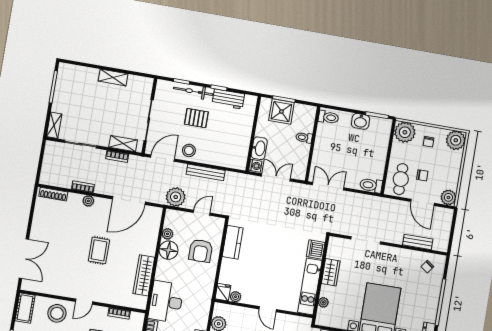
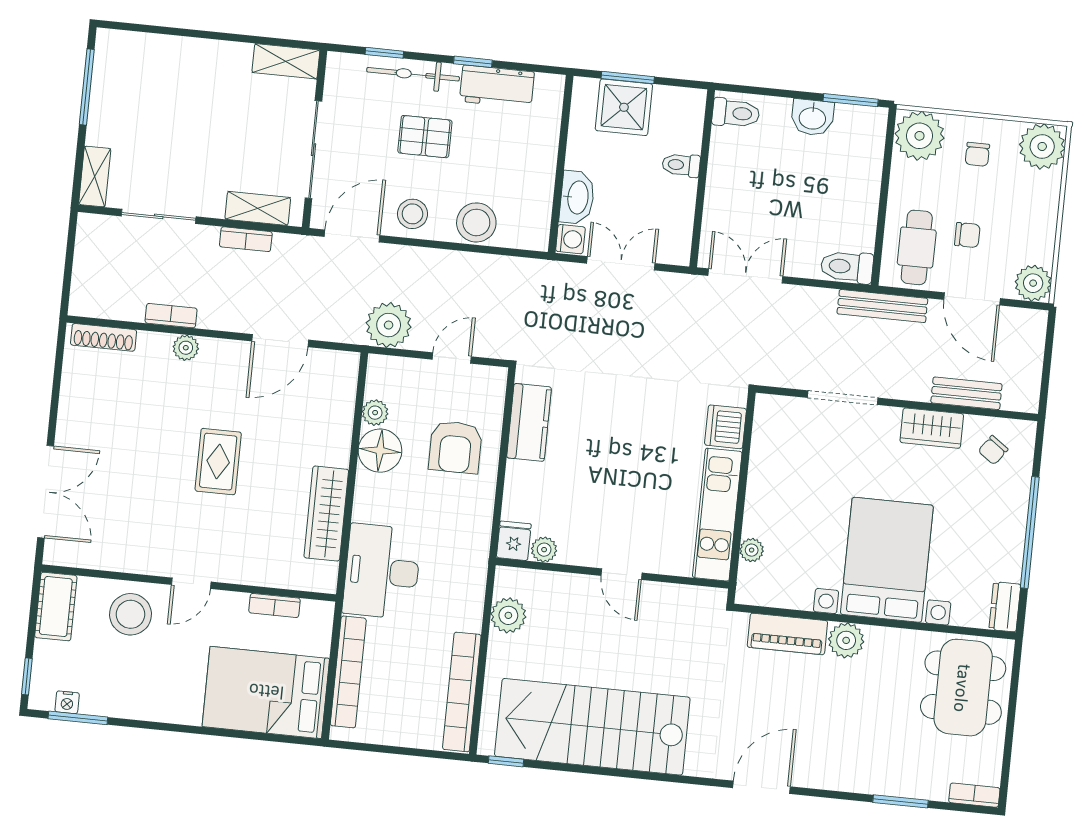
shelving: (113, 77) -> (286, 61), moved
stool: (216, 156) -> (476, 222), added
bench: (206, 172) -> (882, 306), moved
door: (129, 201) -> (280, 341), width x0.73
wardrobe: (331, 272) -> (932, 428), moved, turned 90

